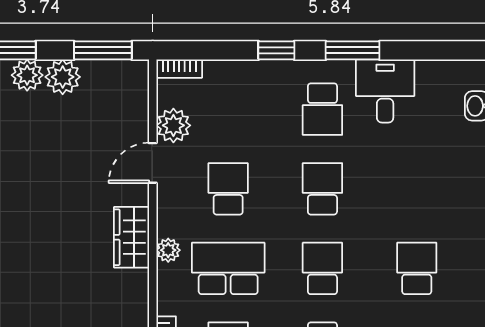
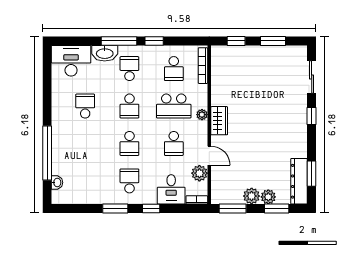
desk: (385, 91) -> (171, 189), moved
door: (153, 163) -> (209, 156), hinge flipped
school desk: (417, 268) -> (85, 106), turned 180

